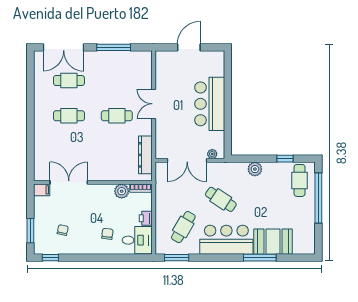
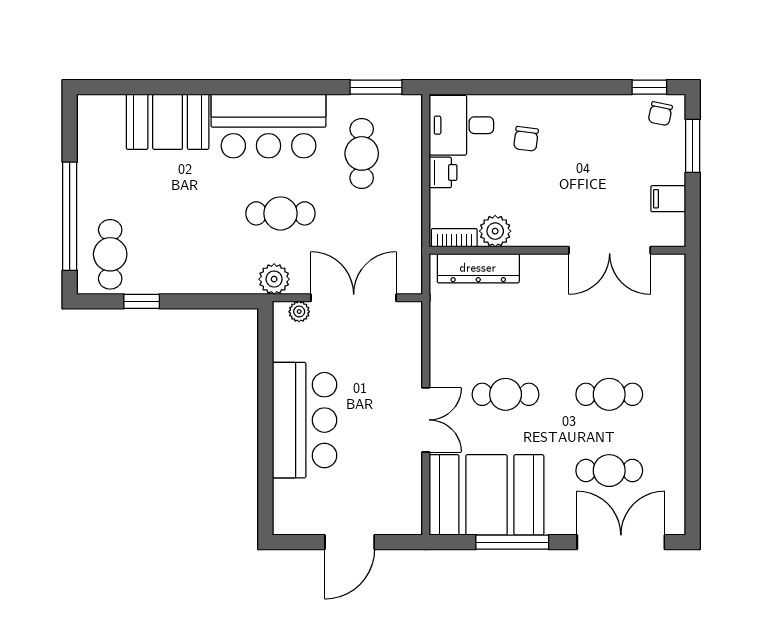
booth: (126, 69) -> (486, 495), added
dresser: (145, 155) -> (478, 268), moved, turned 90
plant: (255, 169) -> (274, 279), moved
filing cabinet: (42, 190) -> (668, 199), moved
cafe table: (221, 199) -> (280, 213), turned -33
cafe table: (183, 227) -> (362, 153), turned -30
chair: (63, 230) -> (660, 114), moved
window: (260, 258) -> (196, 87), removed

